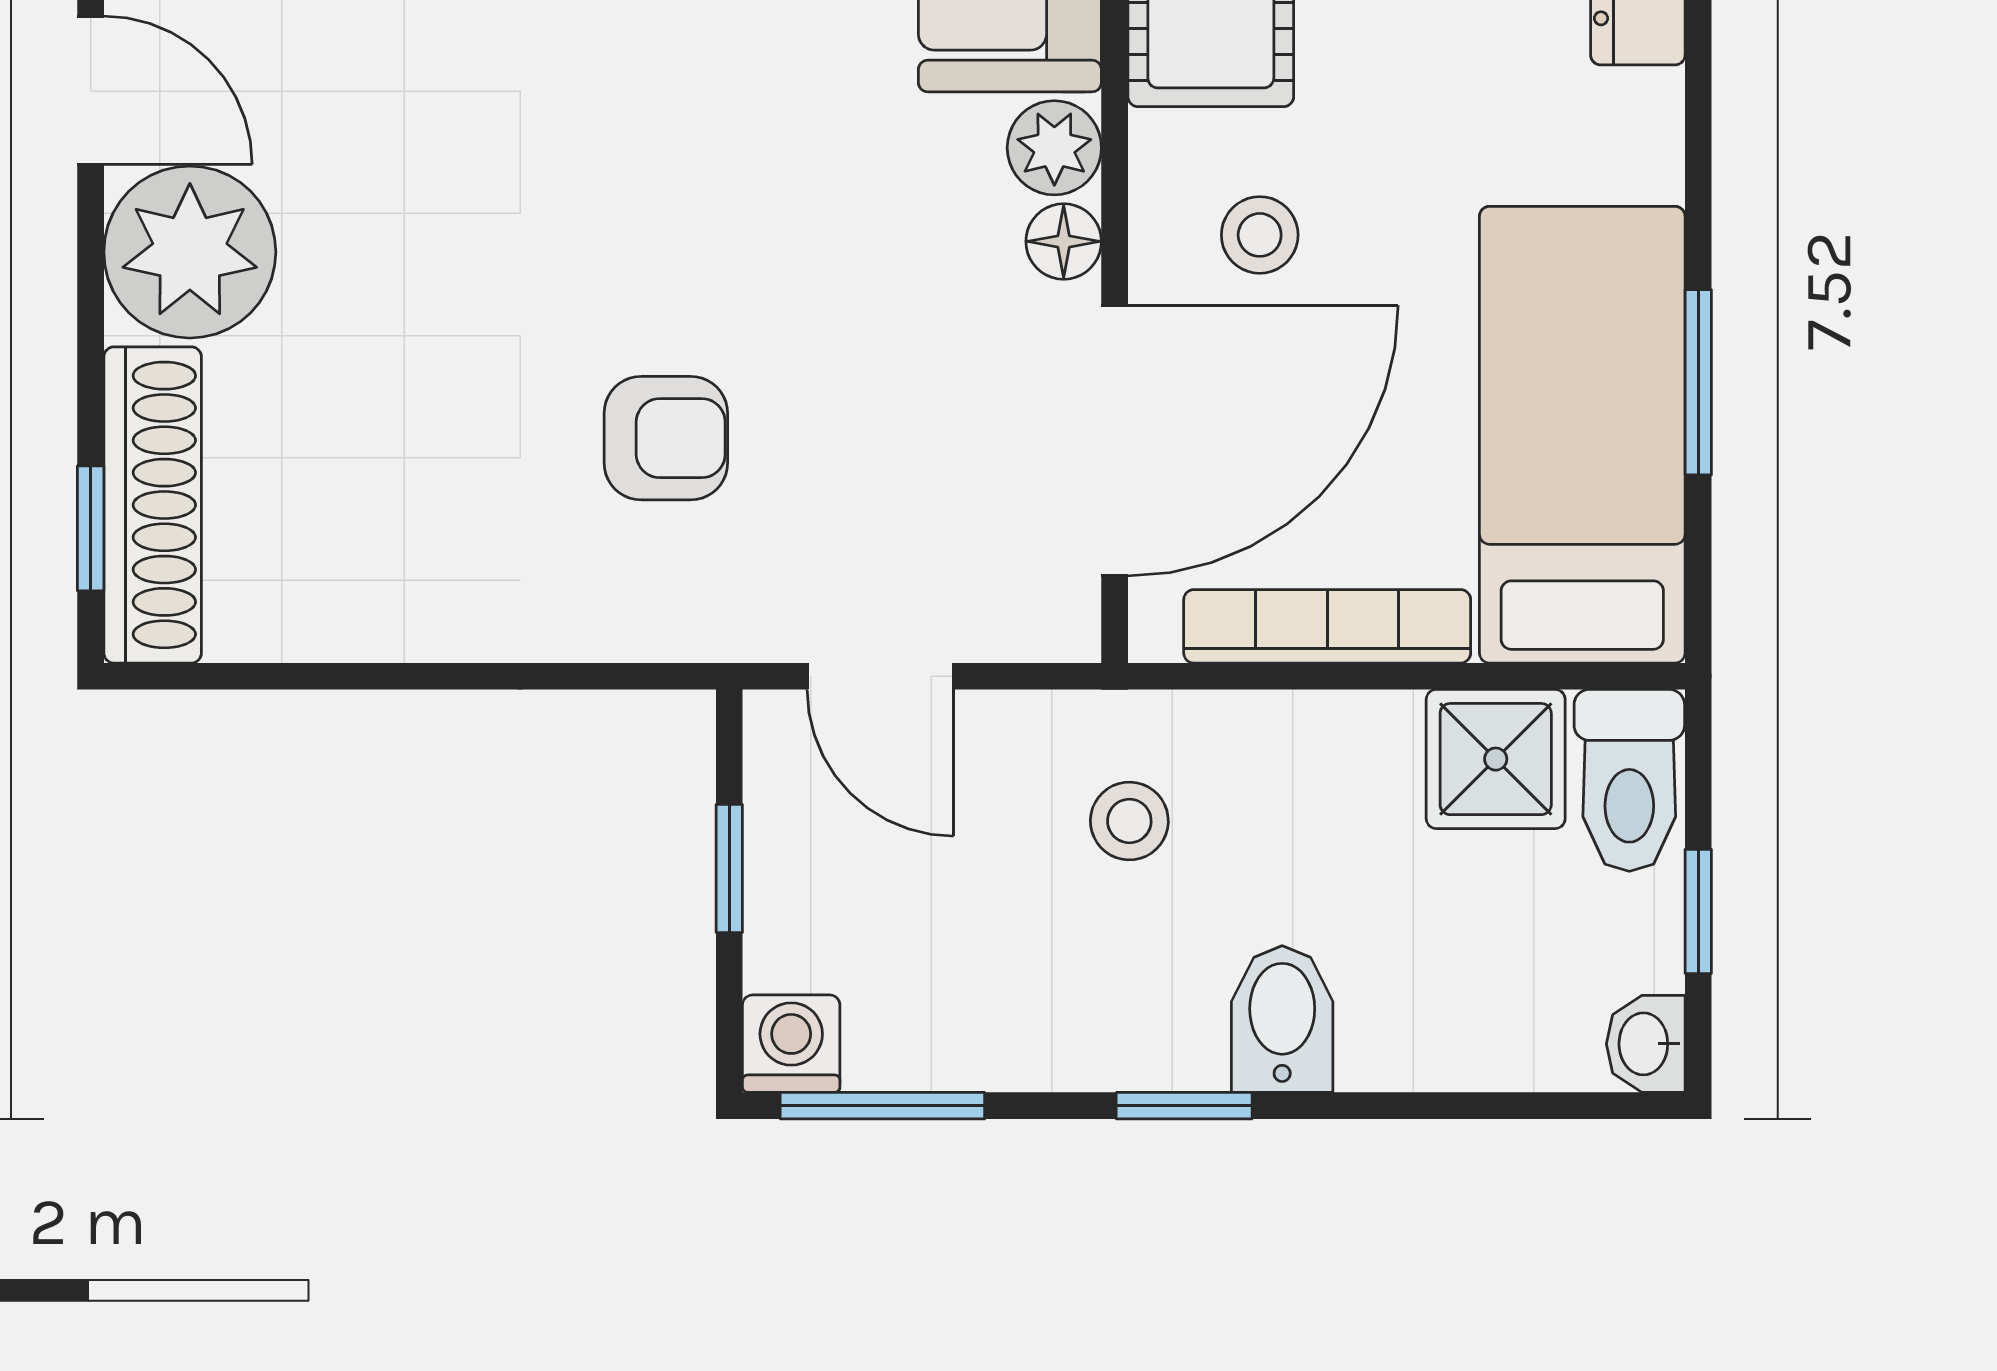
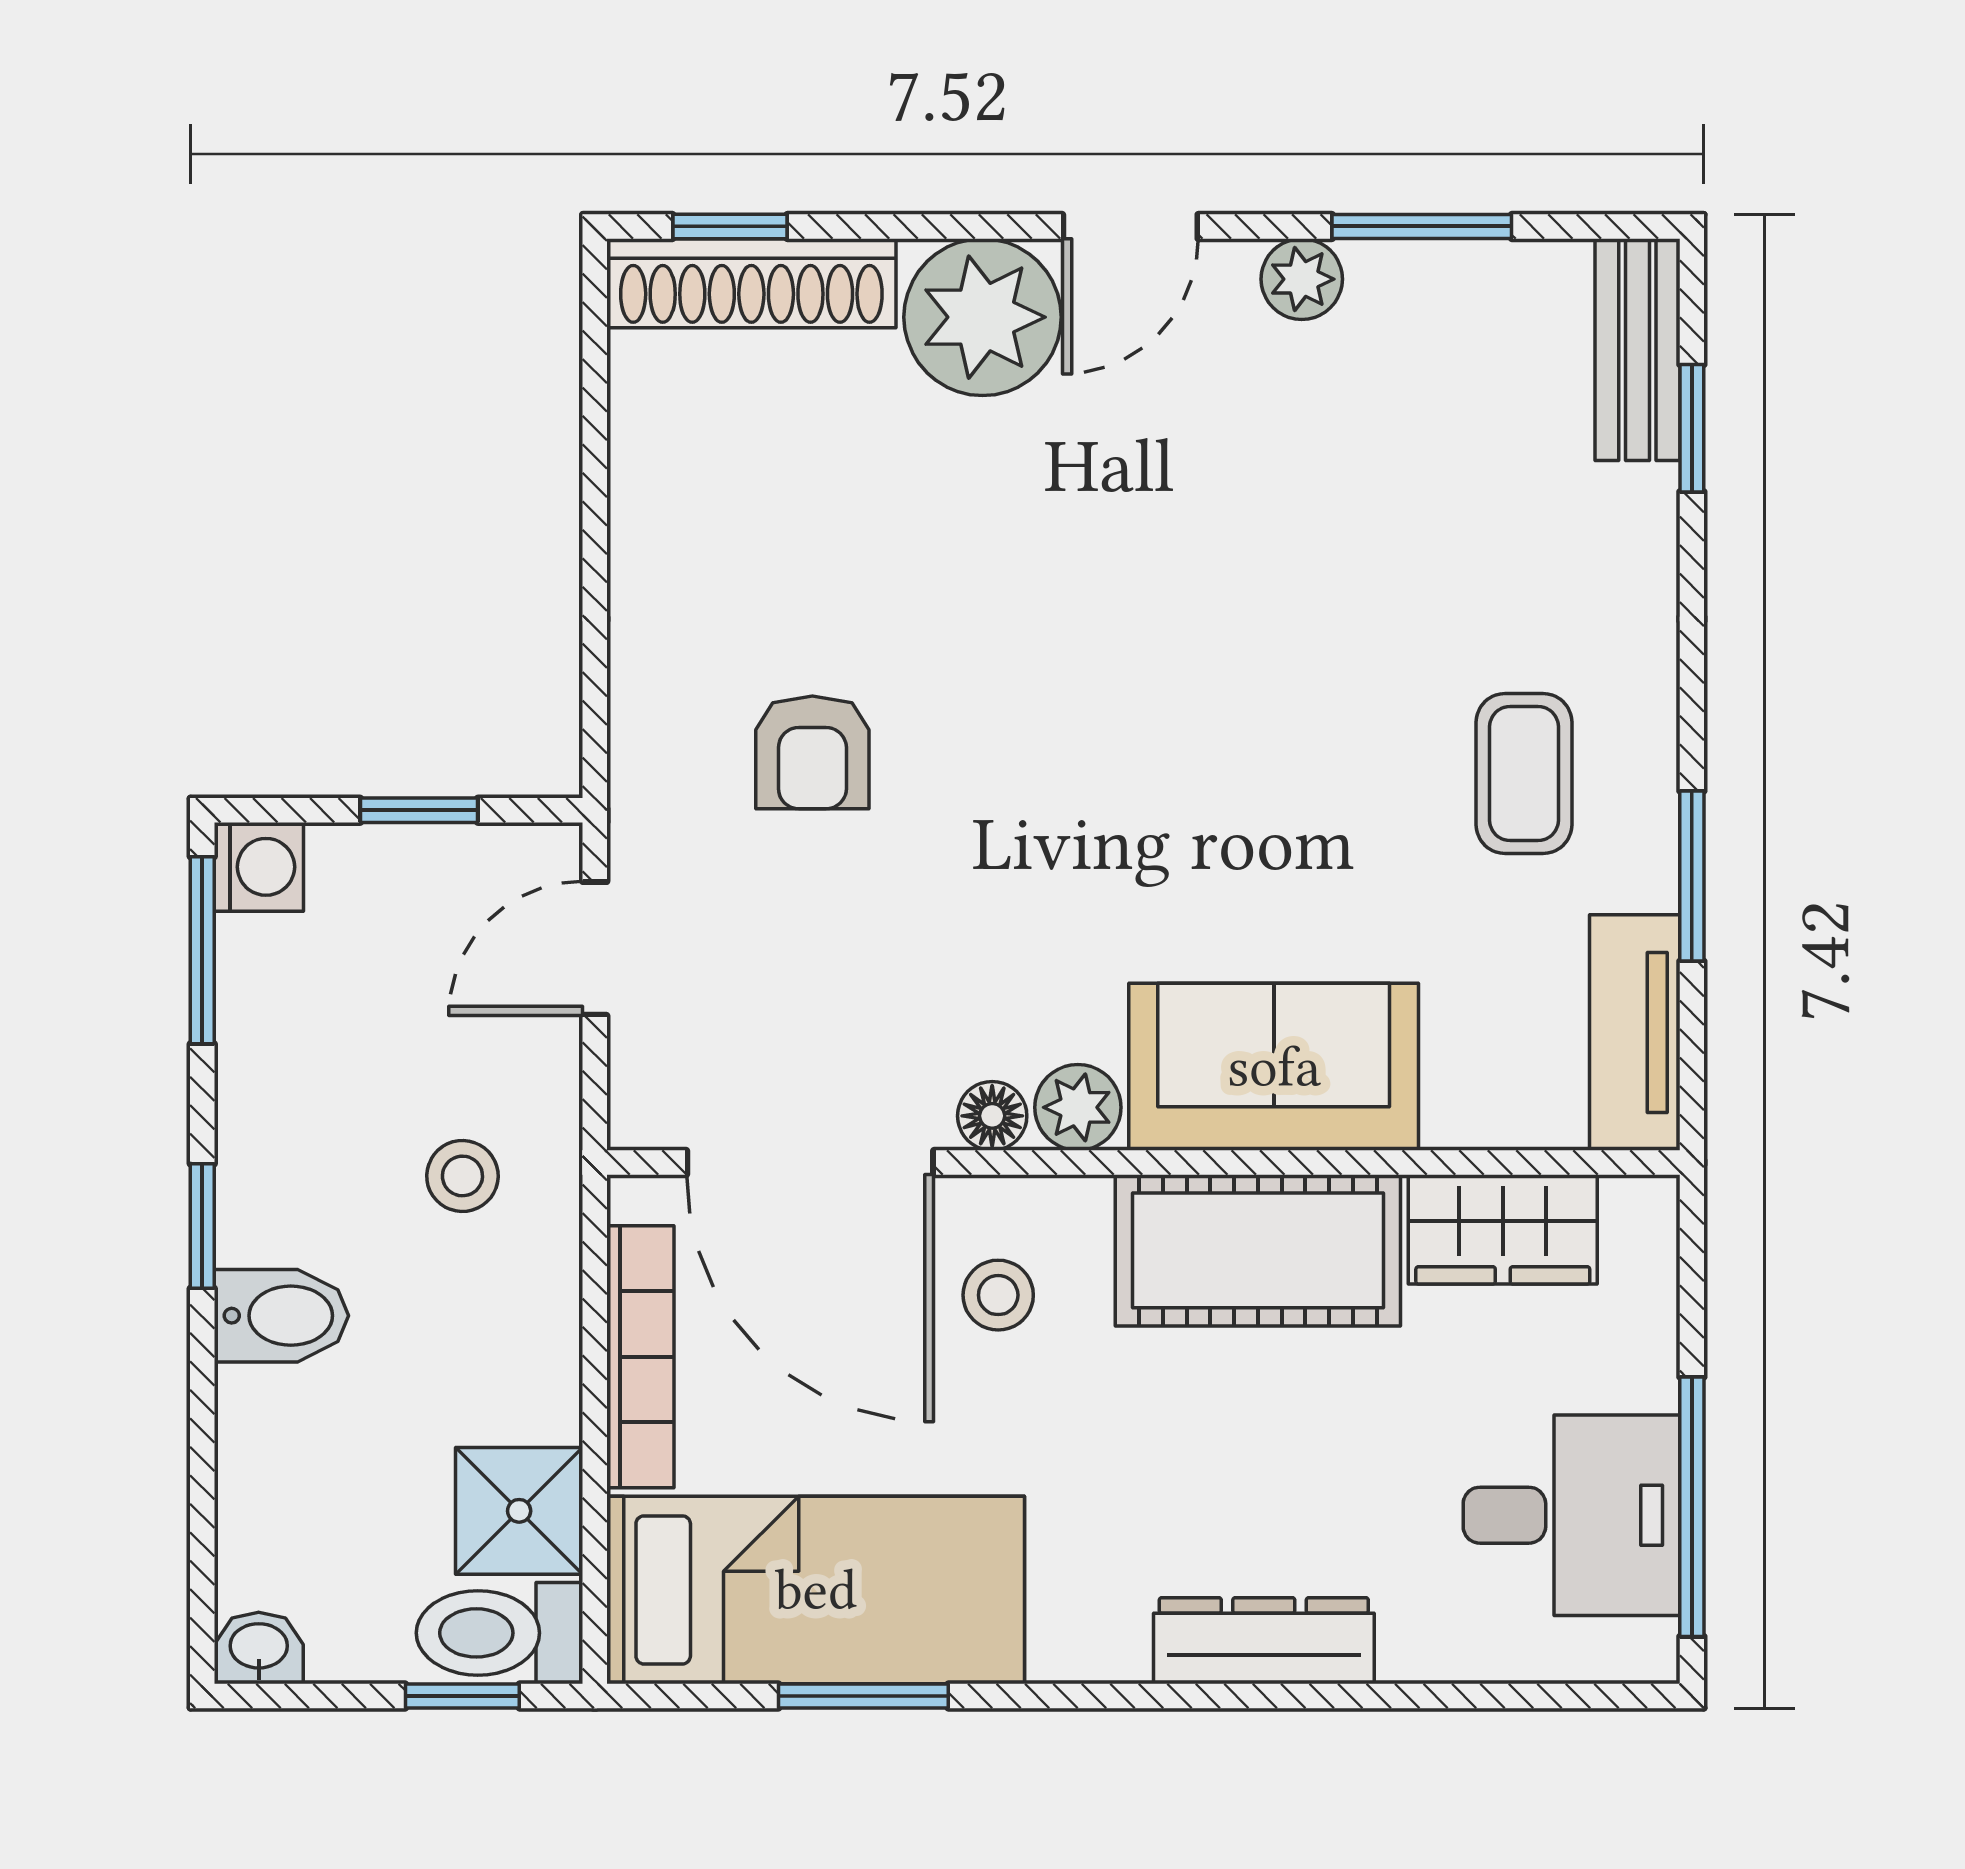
window: (1698, 911) -> (462, 1696), moved

